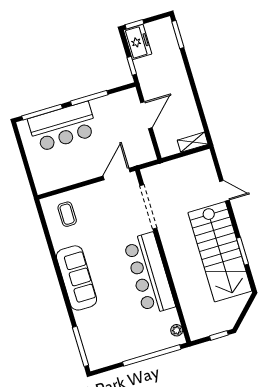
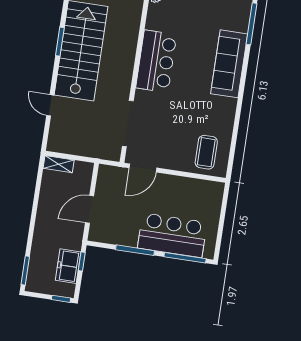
freezer: (138, 42) -> (68, 266), moved
coffee table: (67, 214) -> (206, 152), width x1.36, depth x1.30
bar counter: (149, 274) -> (156, 61), width x0.73
sofa: (77, 278) -> (229, 64), moved

